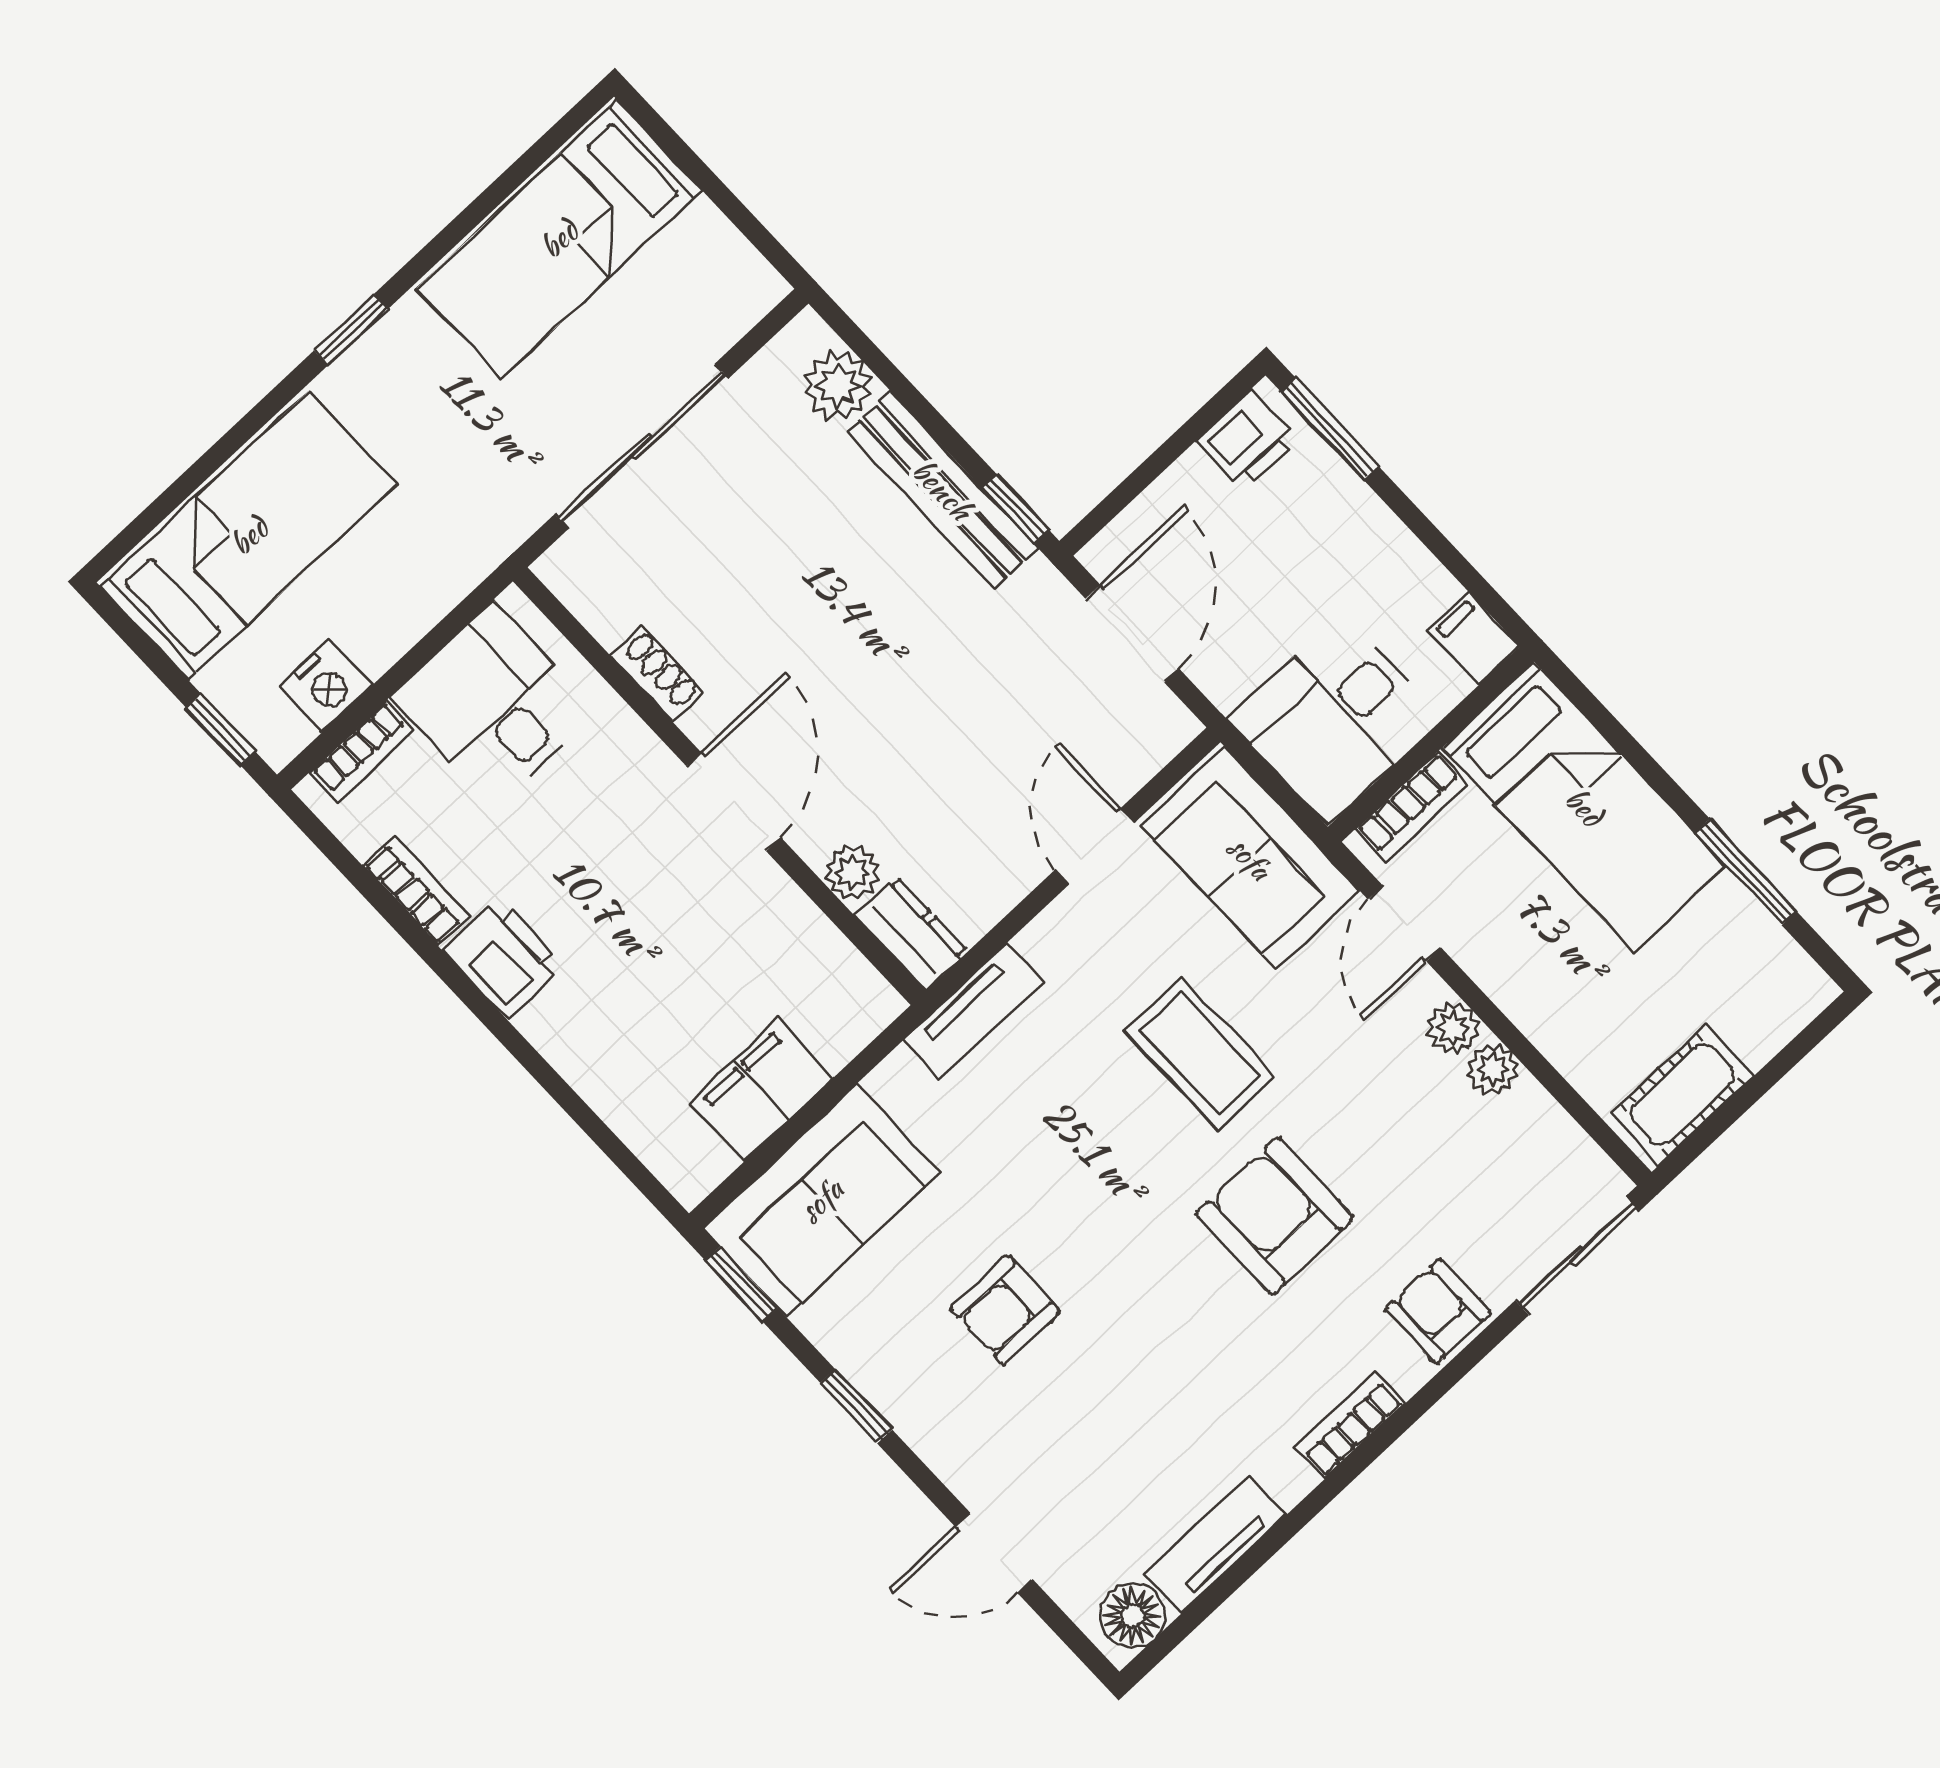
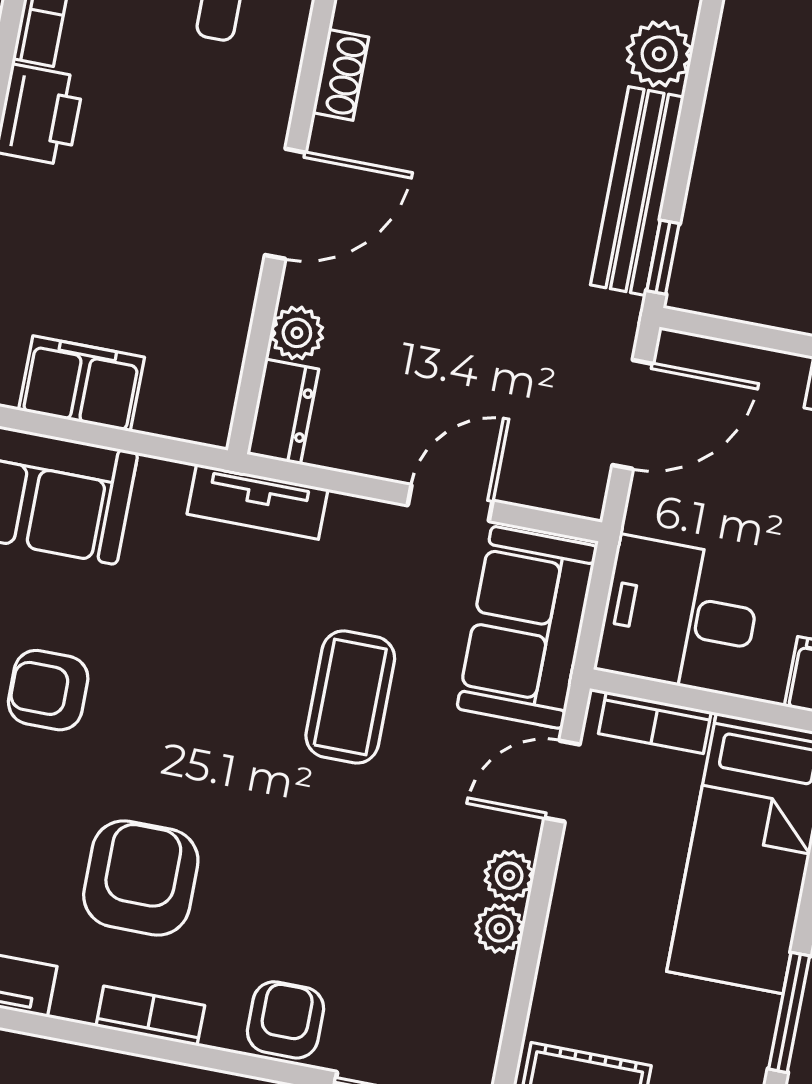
armchair: (1275, 1216) -> (141, 878), moved

